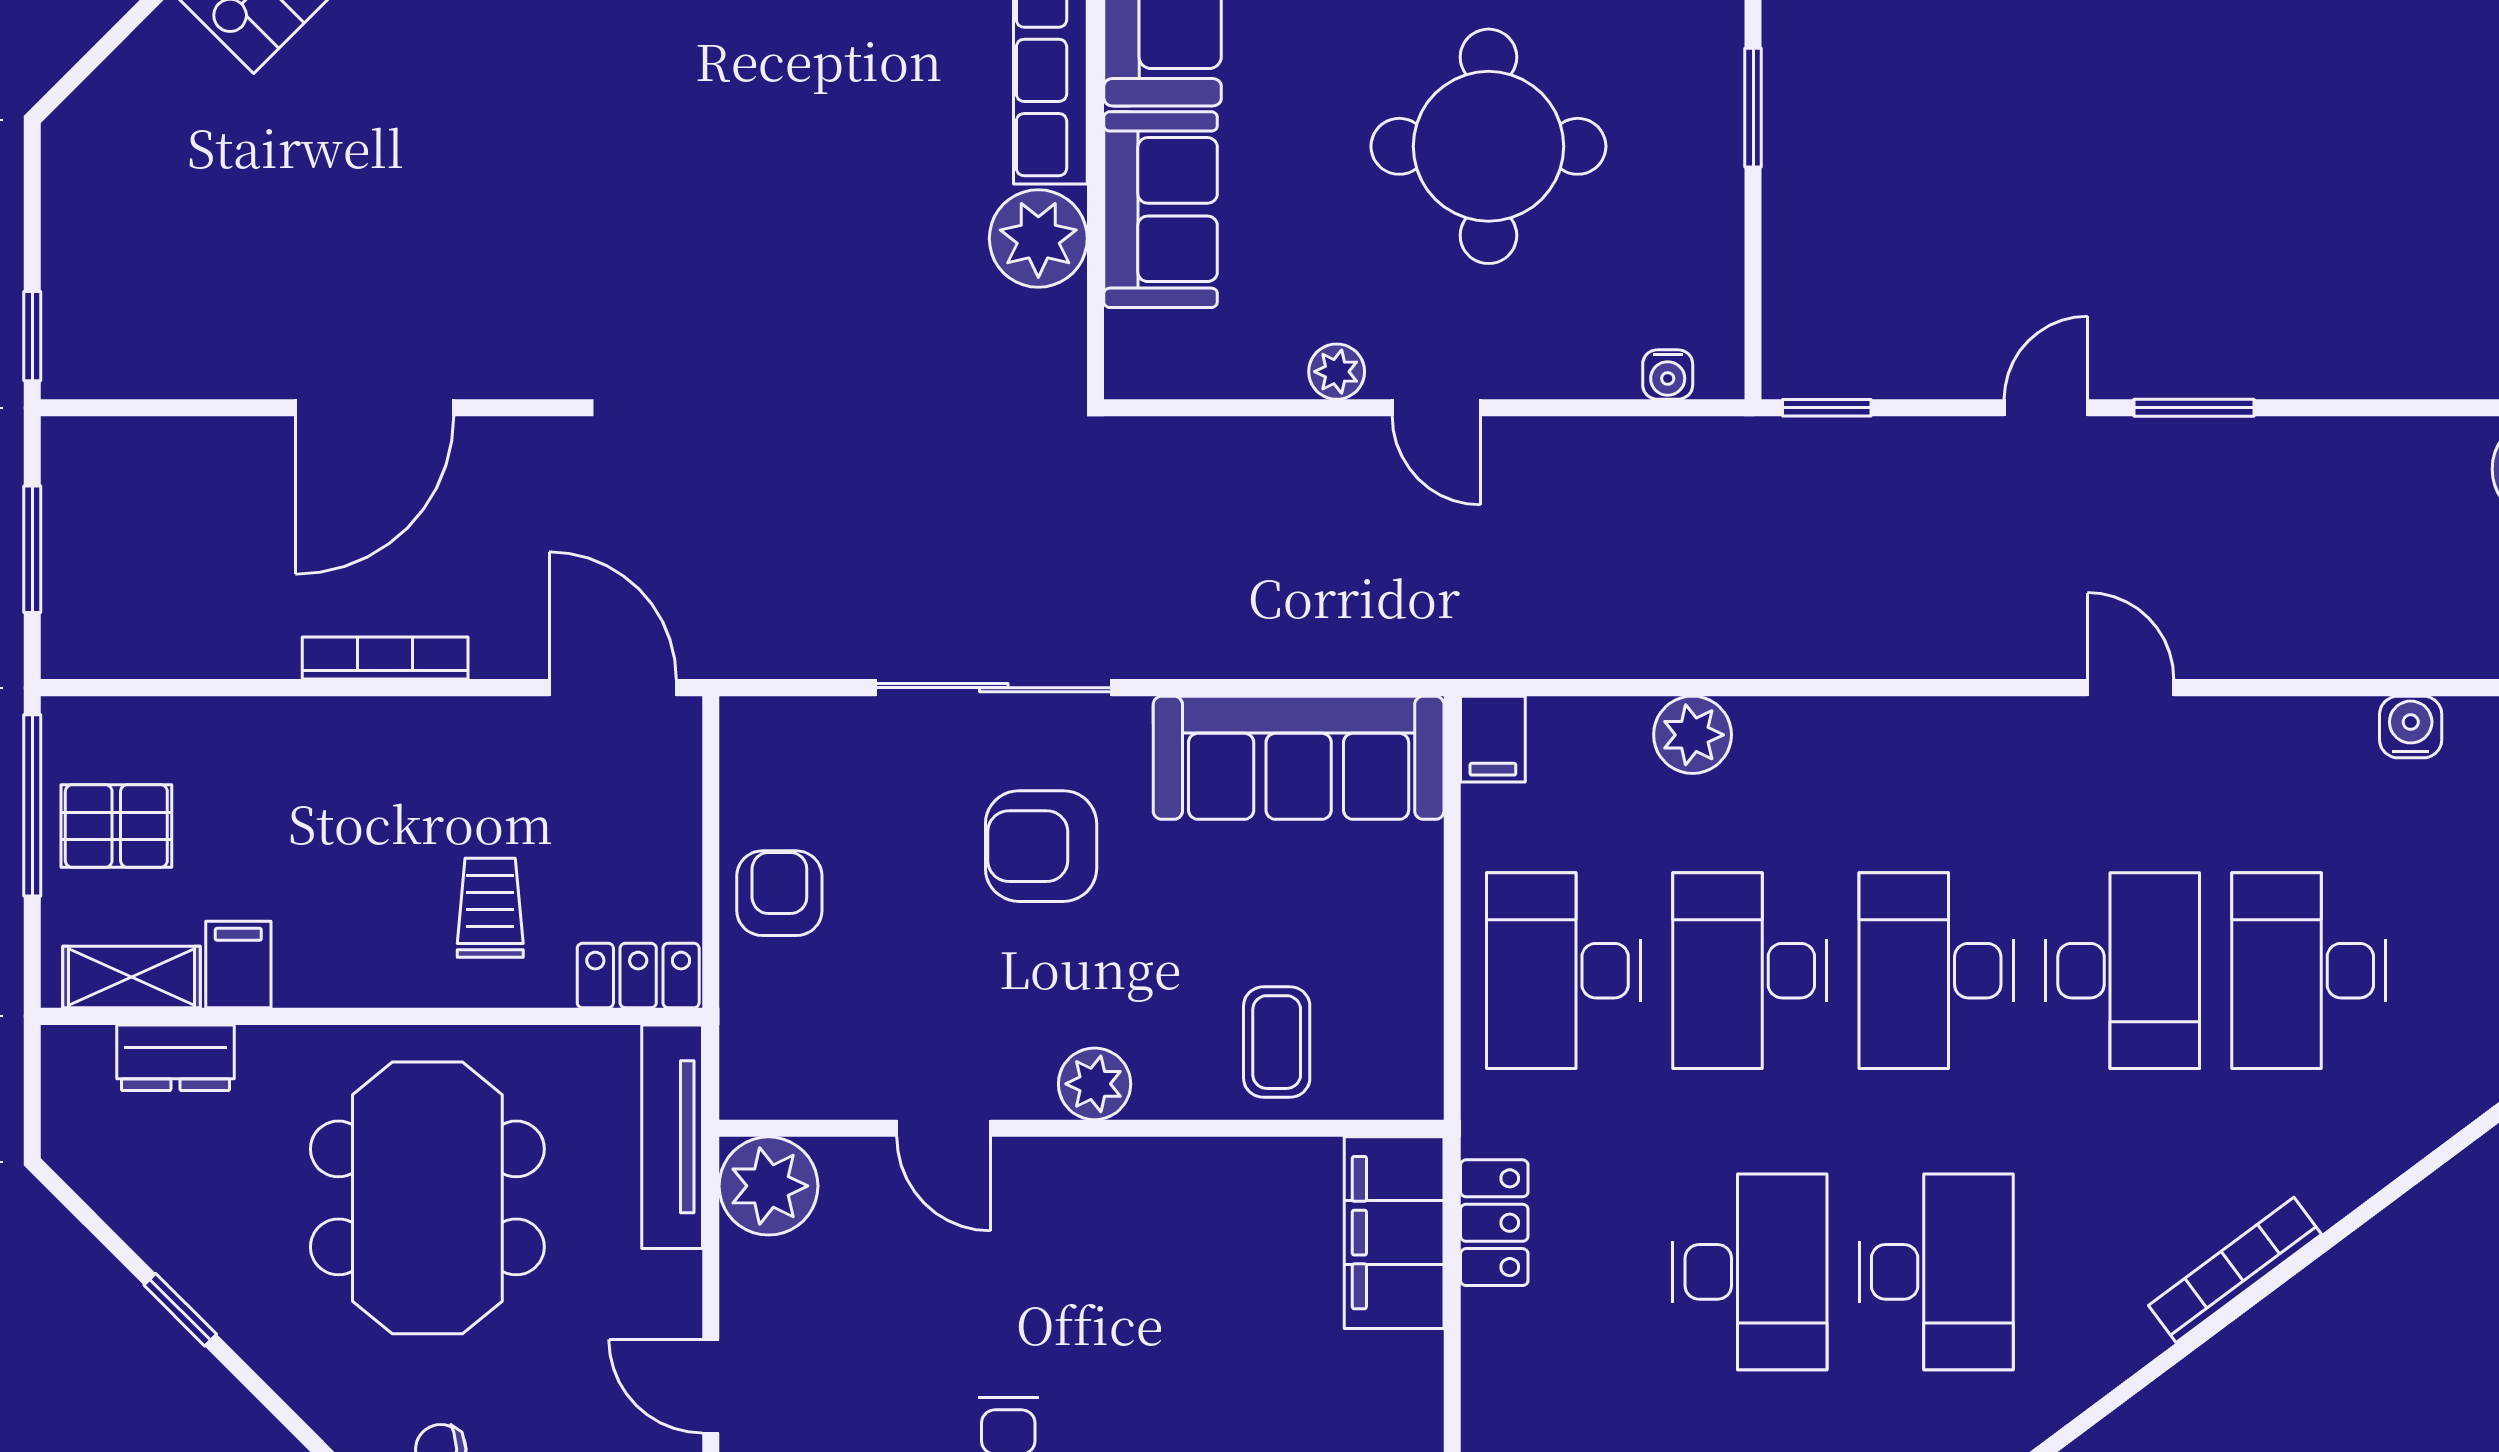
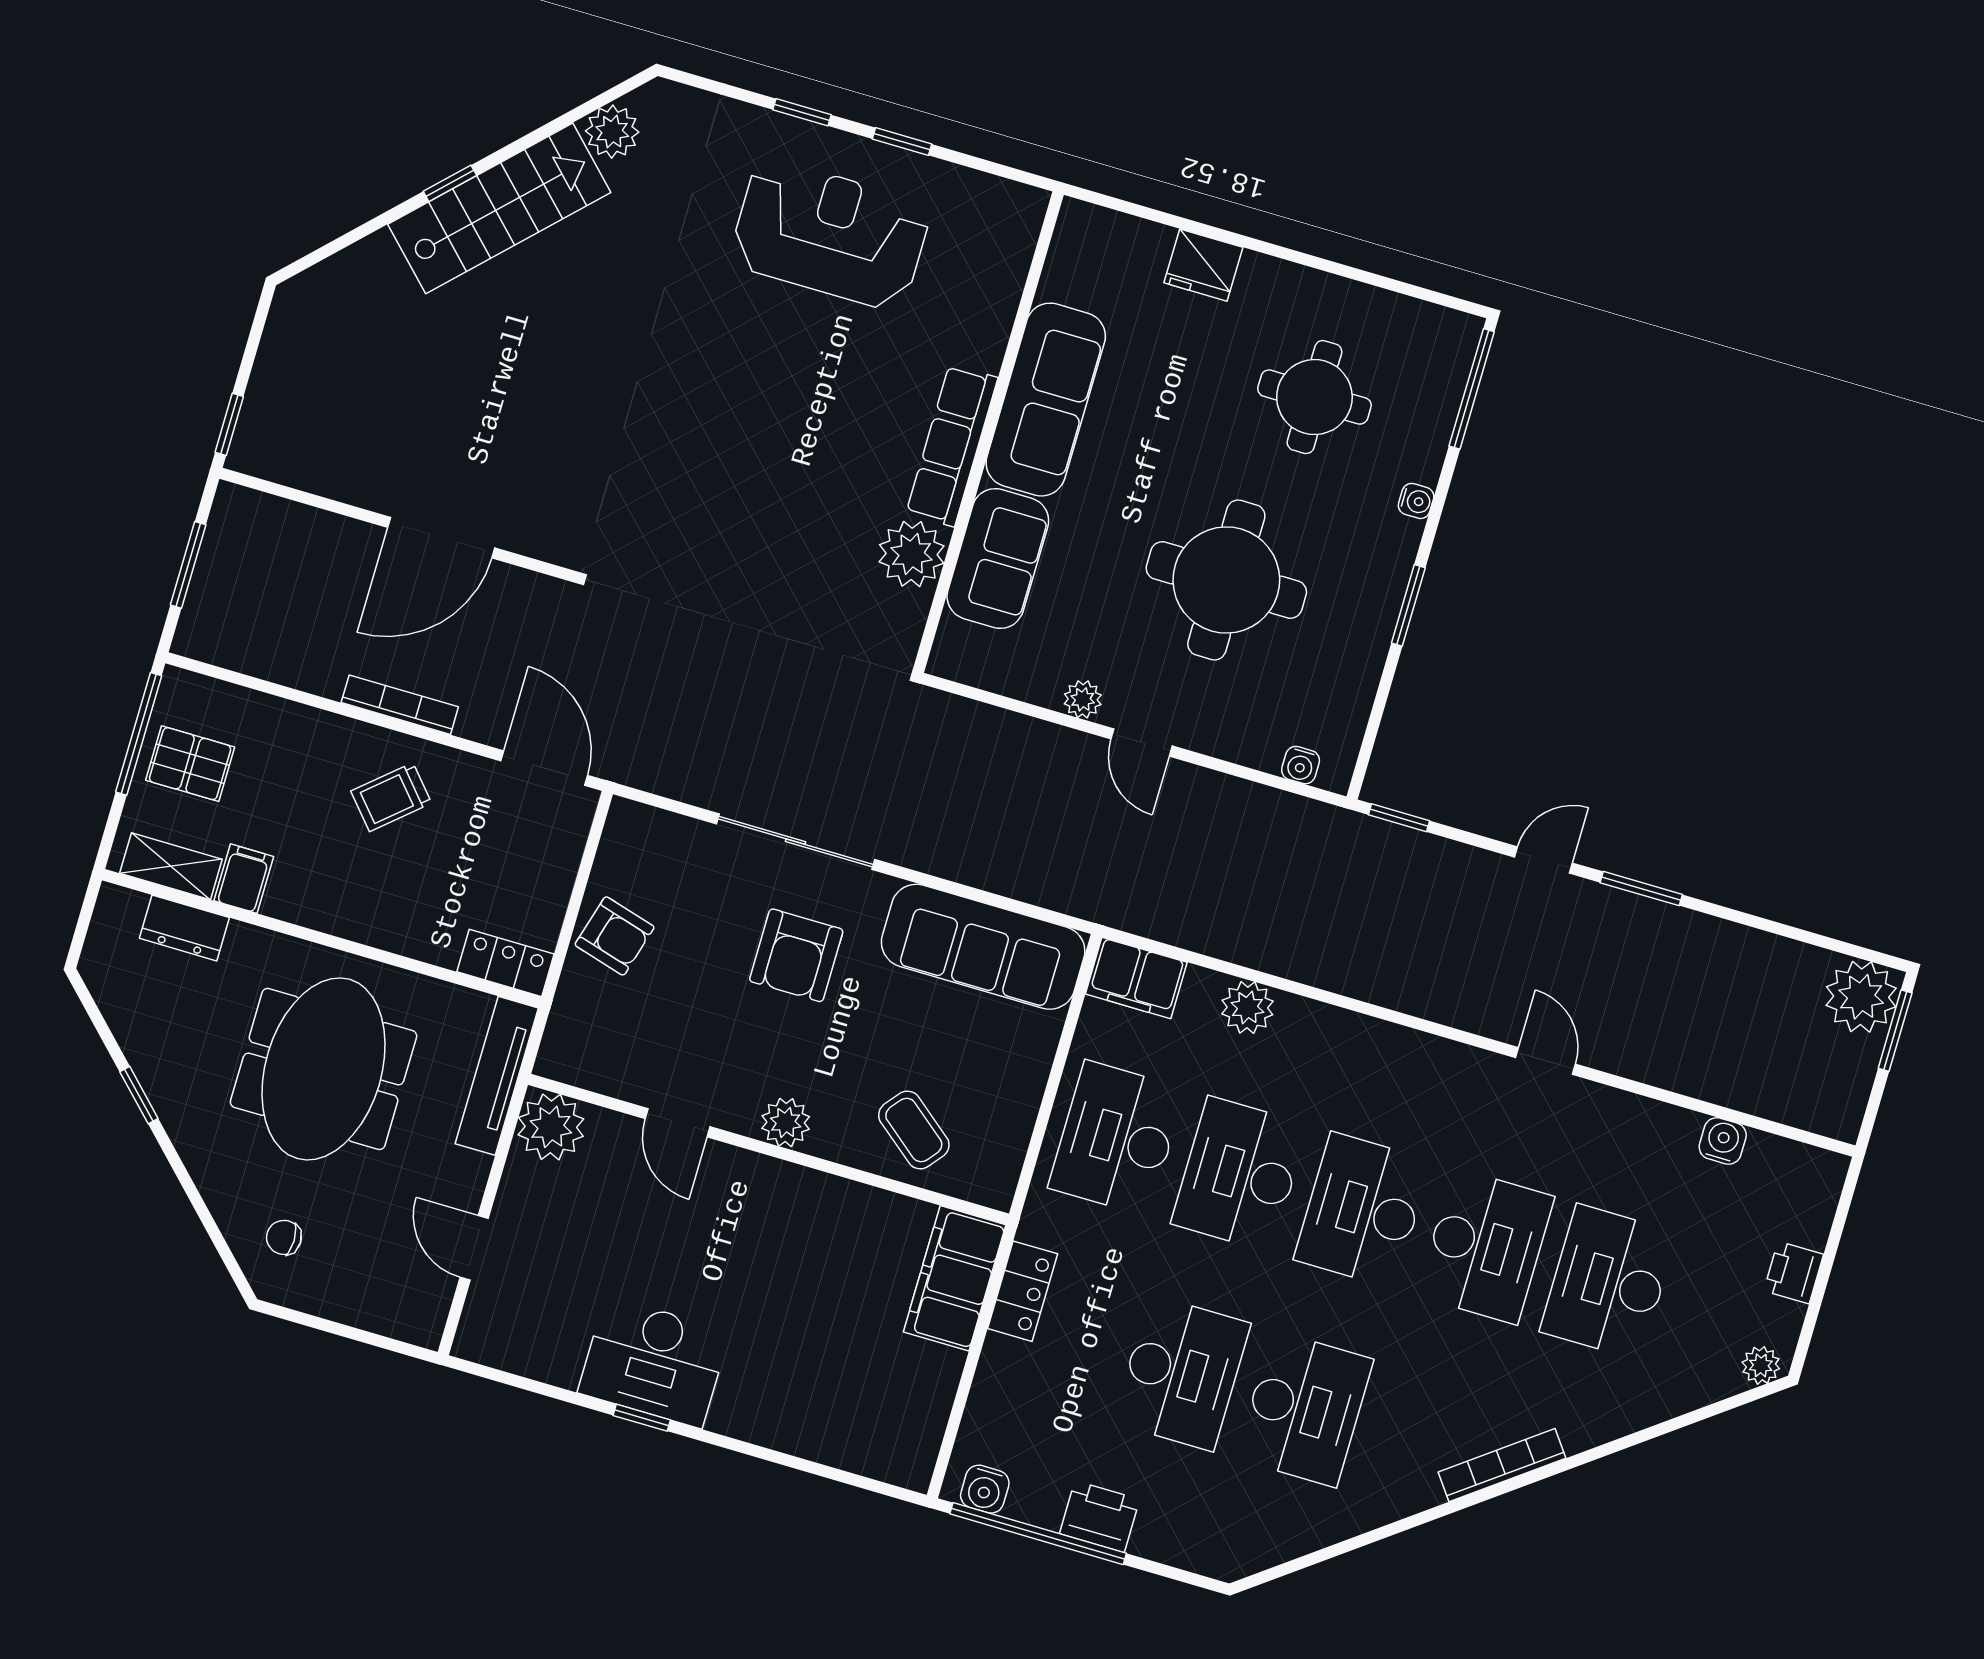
filing cabinet: (1493, 739) -> (1136, 978), width x2.00
armchair: (1041, 846) -> (796, 955), turned -90
armchair: (779, 893) -> (615, 936), turned 106
trolley: (490, 908) -> (391, 797), moved, turned -131
coffee table: (1277, 1042) -> (914, 1130), turned -51

